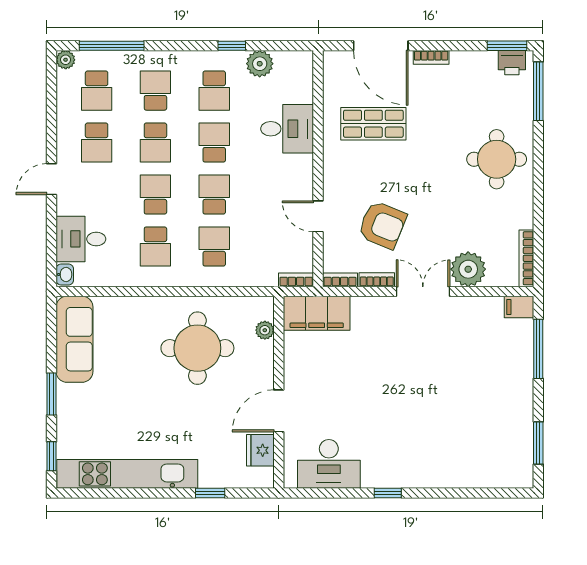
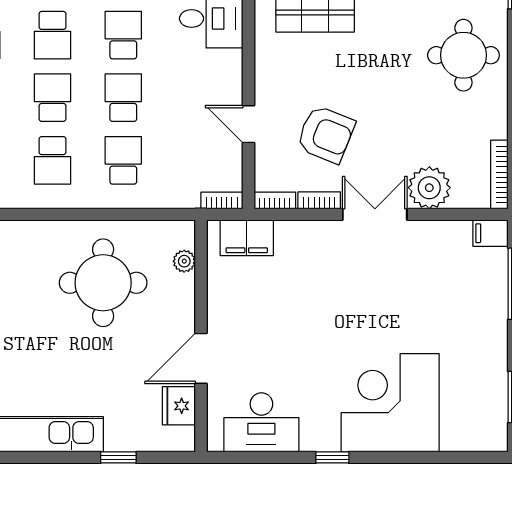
filing cabinet: (317, 313) -> (247, 238), width x0.67, depth x0.86
corner desk: (436, 448) -> (390, 403), added

